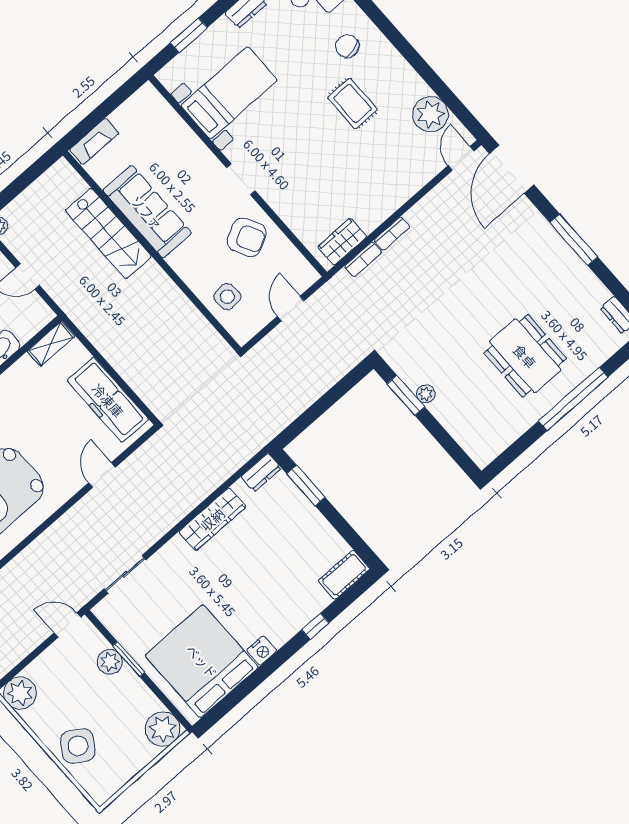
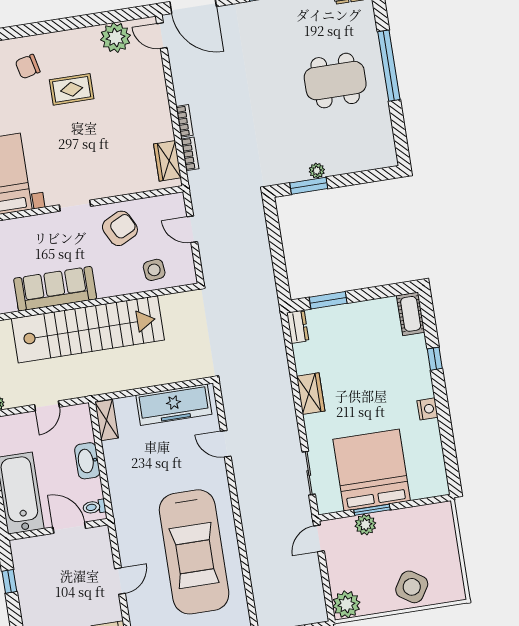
stairs: (108, 233) -> (88, 329), width x1.86, depth x1.51
wardrobe: (212, 519) -> (311, 394), width x0.67
bed: (202, 661) -> (372, 470), moved, turned 90
plant: (163, 729) -> (439, 517), removed

